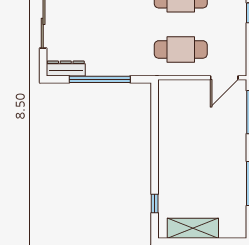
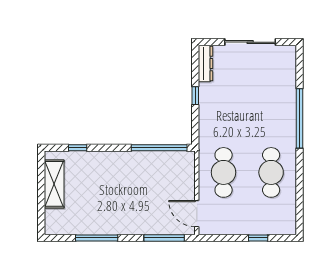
window: (100, 79) -> (195, 96), width x0.32
window: (155, 117) -> (159, 148), added

